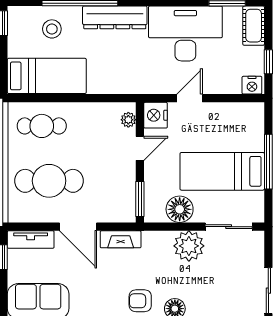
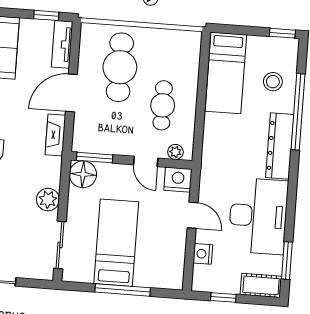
nightstand: (252, 85) -> (203, 254), moved
cafe table: (42, 126) -> (163, 105), moved
floor lamp: (180, 209) -> (83, 174), moved
plant: (189, 246) -> (48, 200), width x0.73, depth x0.73

